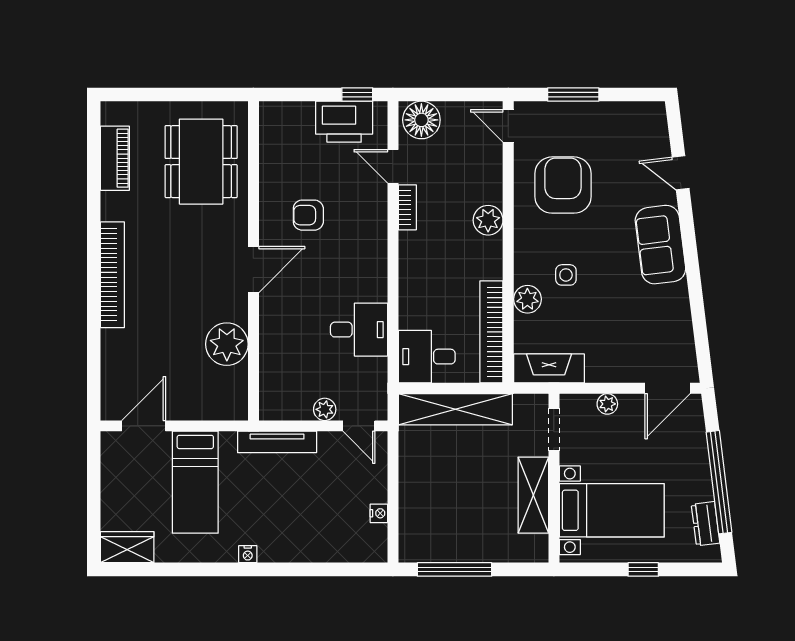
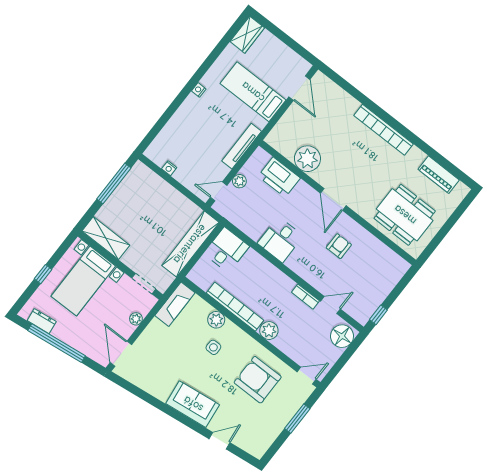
printer: (344, 122) -> (279, 177), moved, turned -90
armchair: (563, 185) -> (258, 380), turned 180
desk: (359, 330) -> (280, 240), moved
bookcase: (491, 332) -> (235, 307), moved
shelving: (533, 495) -> (106, 238), moved

